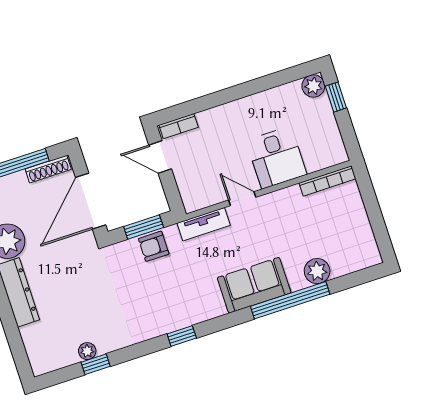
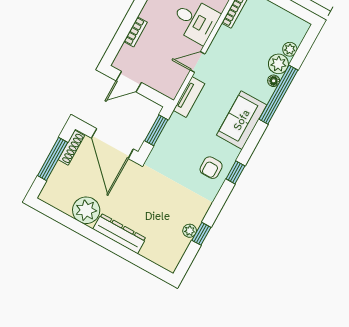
bookcase: (179, 126) -> (135, 32), moved
armchair: (154, 246) -> (211, 168), moved
plant: (341, 267) -> (290, 49), added
floor lamp: (298, 283) -> (274, 81), added
sofa: (254, 285) -> (242, 120), moved

